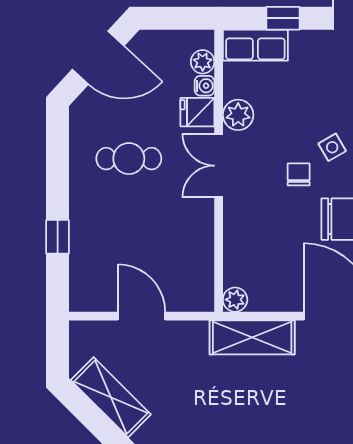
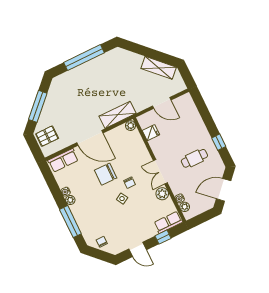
fridge: (197, 112) -> (151, 133), moved
double door: (219, 166) -> (160, 172), swing flipped
window: (58, 237) -> (219, 142), moved

